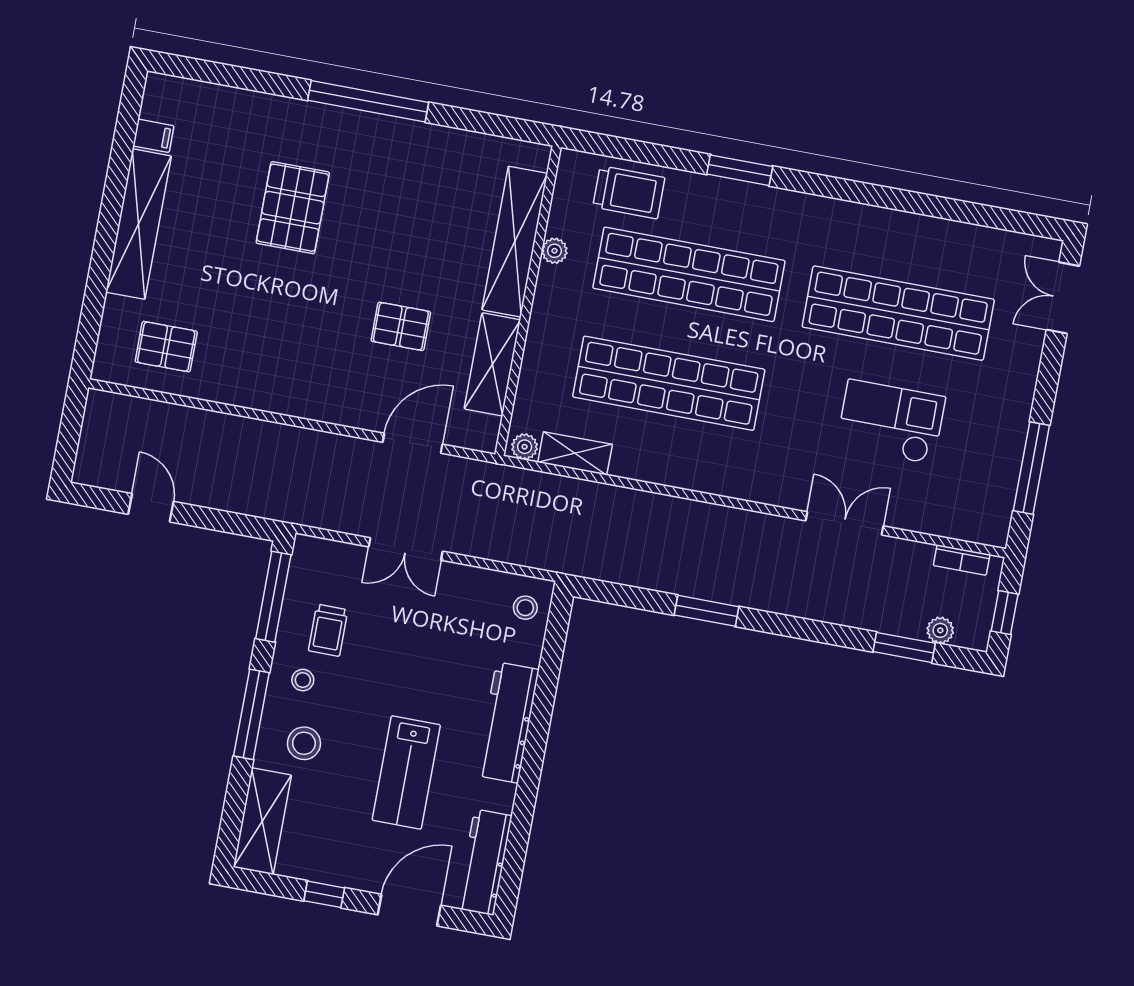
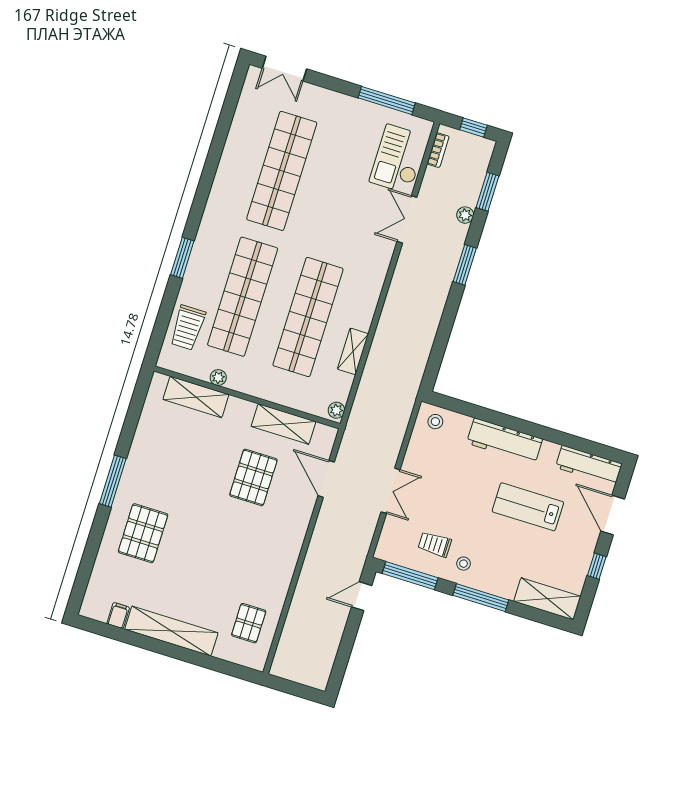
window: (368, 101) -> (113, 481), width x0.68
trolley: (629, 192) -> (188, 328), turned 180
pallet: (293, 208) -> (143, 533), moved, turned 90
shelving: (515, 242) -> (196, 397), width x0.68
pallet: (401, 326) -> (253, 477), width x1.50, depth x1.42
checkout: (891, 422) -> (398, 159), moved
shelving: (575, 453) -> (353, 351), moved
door: (151, 508) -> (362, 596), moved
window: (707, 611) -> (465, 265), moved
trolley: (328, 630) -> (435, 544), turned 180
plant: (940, 630) -> (465, 215), moved
stool: (304, 743) -> (502, 567), removed
lab bench: (406, 772) -> (528, 507), turned 180

